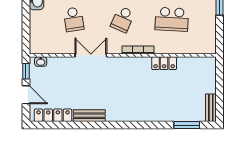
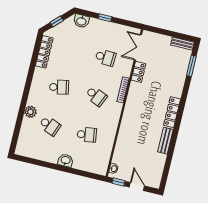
school desk: (172, 19) -> (105, 57), width x0.54
double door: (91, 55) -> (138, 47), moved
door: (26, 95) -> (137, 186), hinge flipped
locker: (53, 115) -> (172, 112), moved

